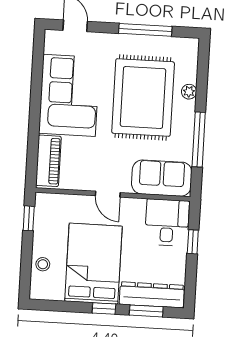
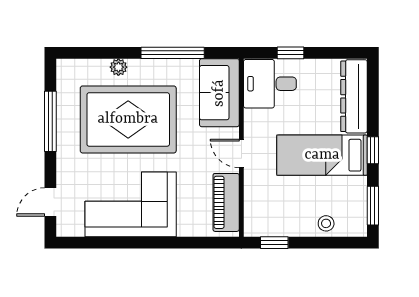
piano: (48, 161) -> (226, 202), moved, turned -90
door: (108, 194) -> (241, 153), swing flipped
bed: (93, 264) -> (322, 155), width x0.67
window: (146, 311) -> (373, 206), moved

